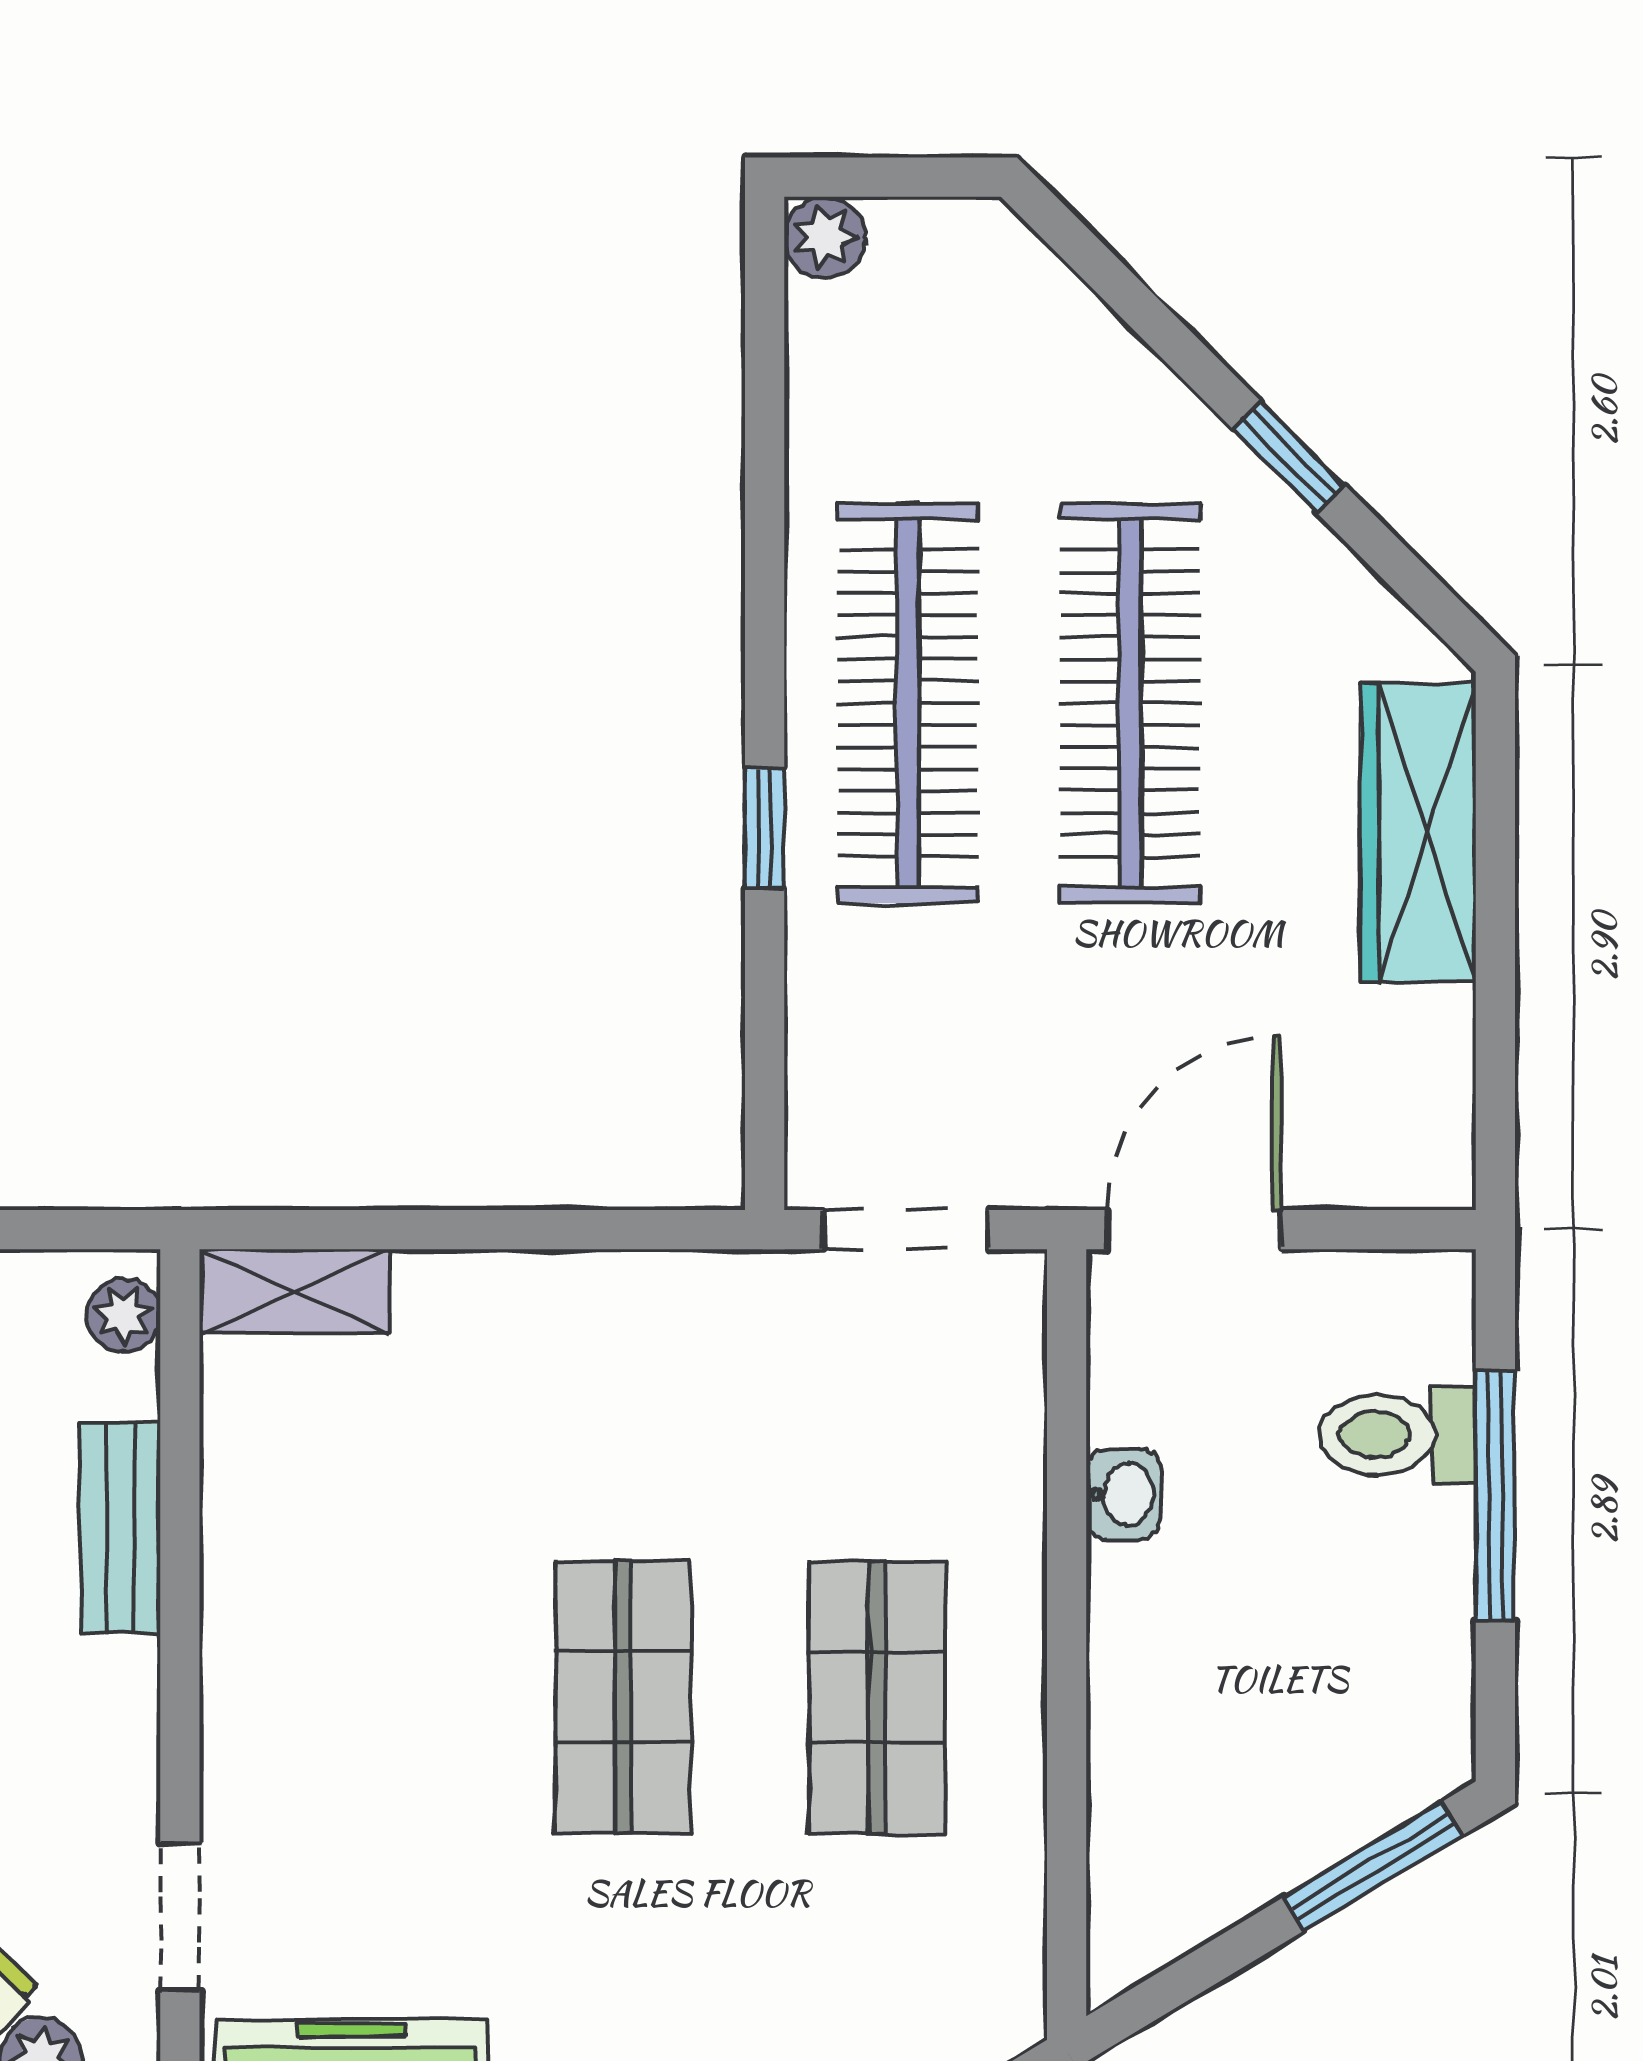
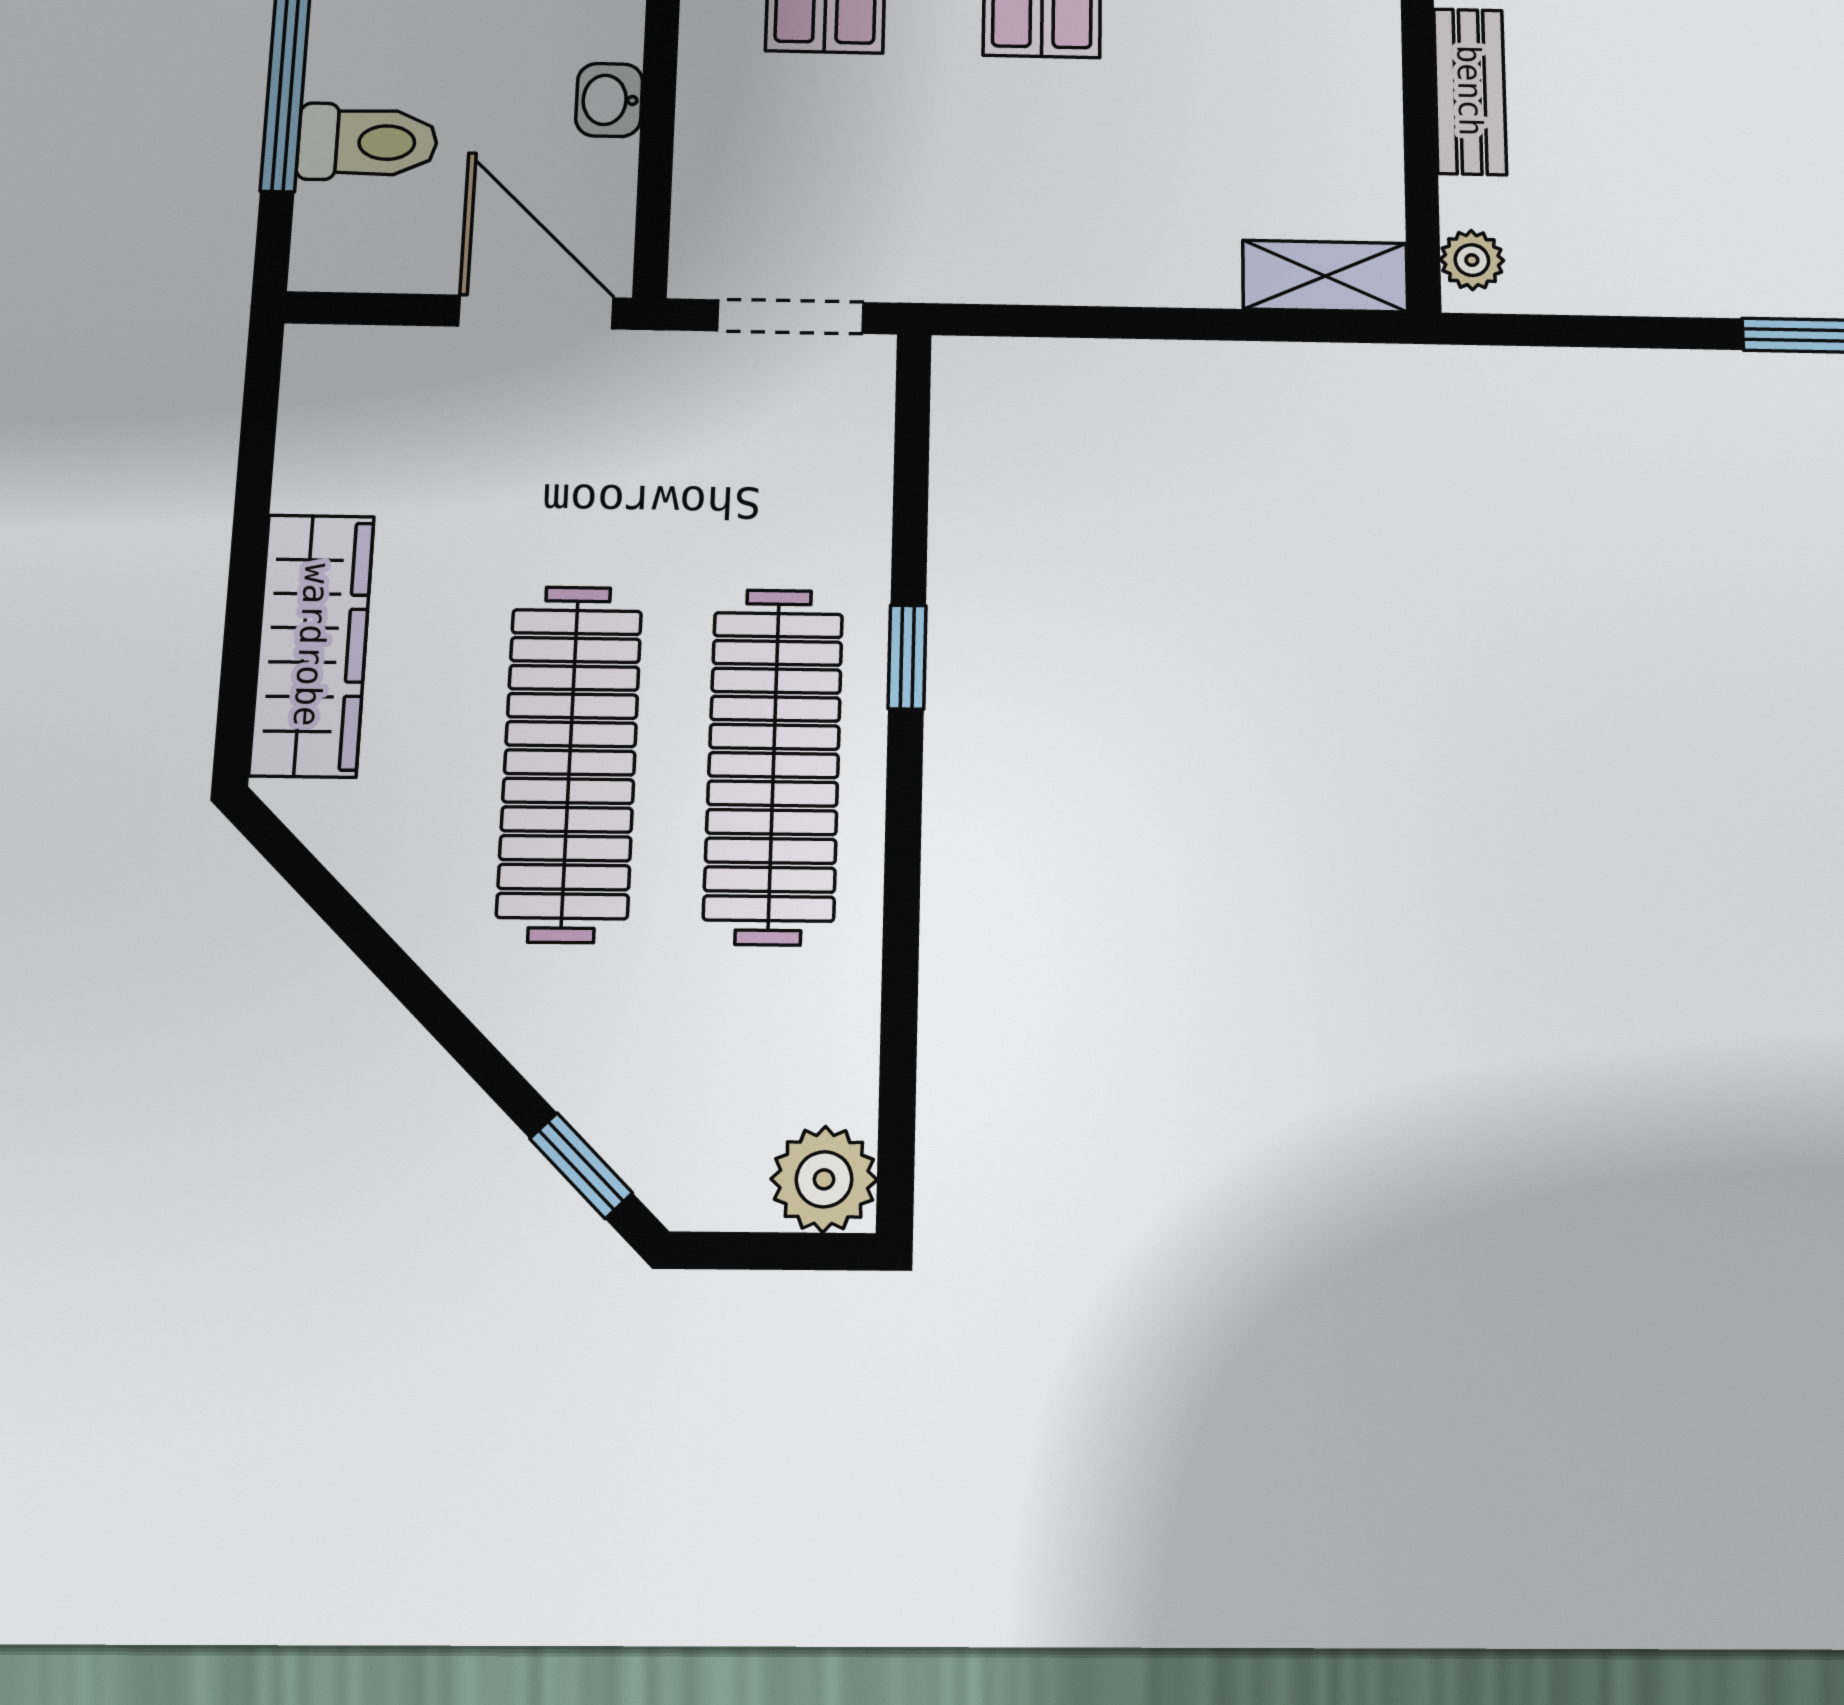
plant: (825, 237) -> (824, 1179), width x1.38, depth x1.38
window: (1289, 457) -> (581, 1166), moved
door: (1194, 1230) -> (536, 312), swing flipped

